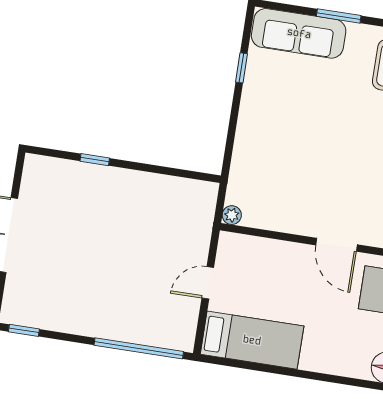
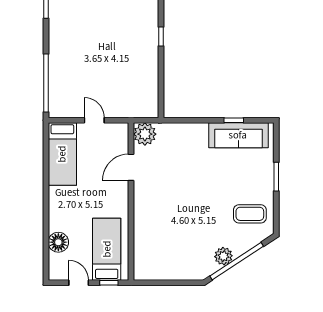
sofa: (299, 33) -> (238, 135), moved, turned -90
plant: (232, 215) -> (145, 134), width x1.87, depth x1.87
door: (336, 245) -> (131, 167), moved

